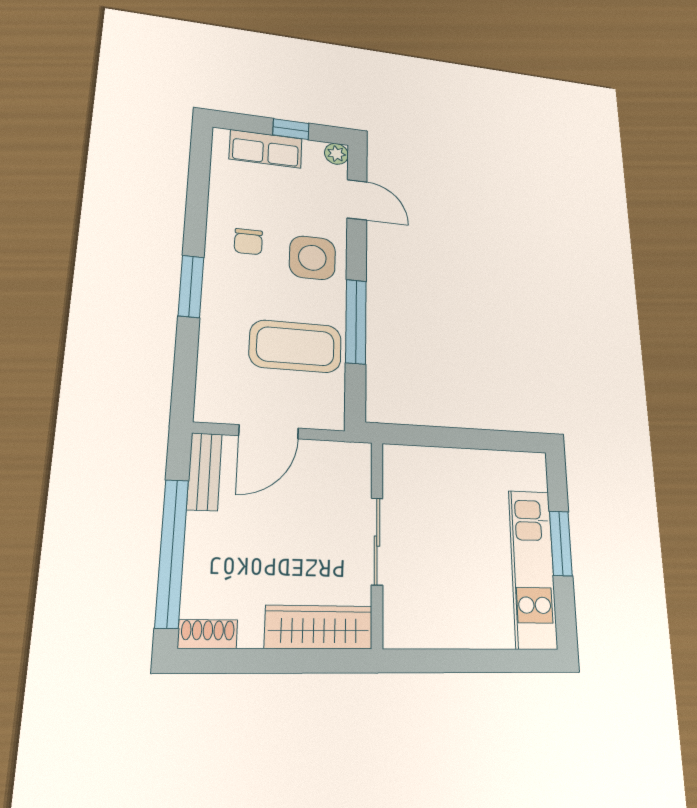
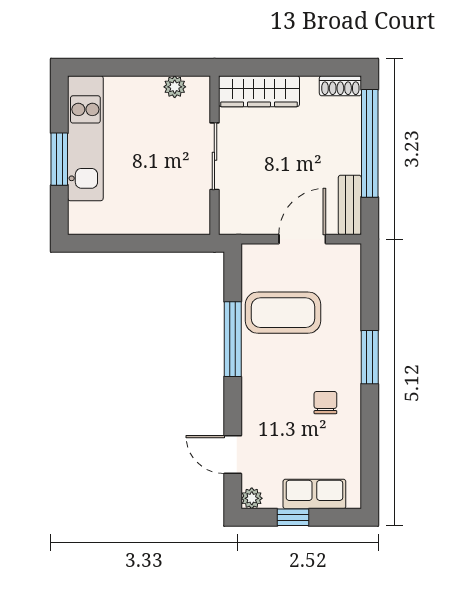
side table: (312, 258) -> (271, 394), removed
plant: (428, 634) -> (175, 87), added

